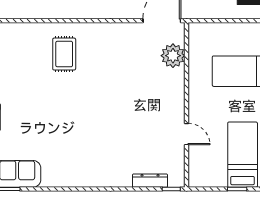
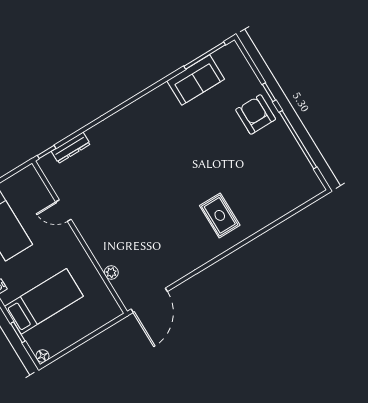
plant: (173, 56) -> (111, 273), width x0.53, depth x0.53

